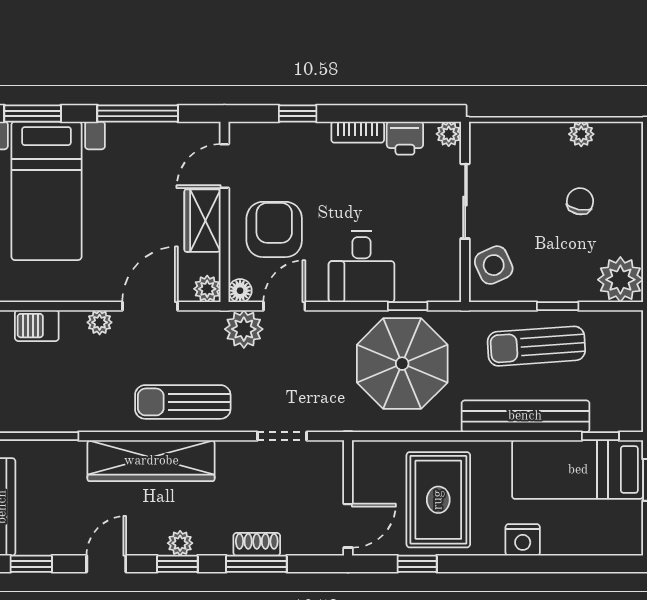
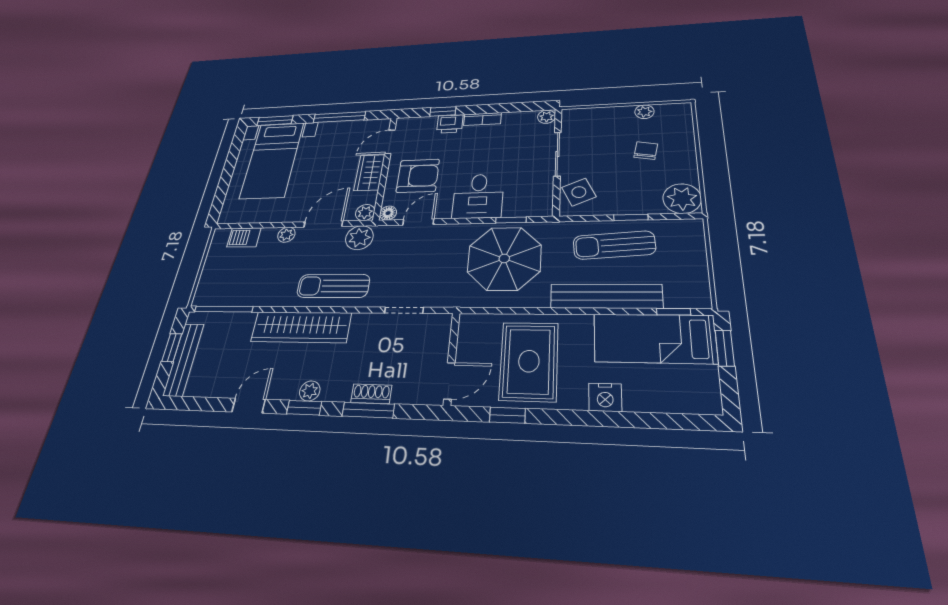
printer: (405, 138) -> (450, 124), moved
armchair: (274, 229) -> (418, 176), turned 90
plant: (244, 329) -> (359, 238), moved
window: (31, 564) -> (192, 404), removed

